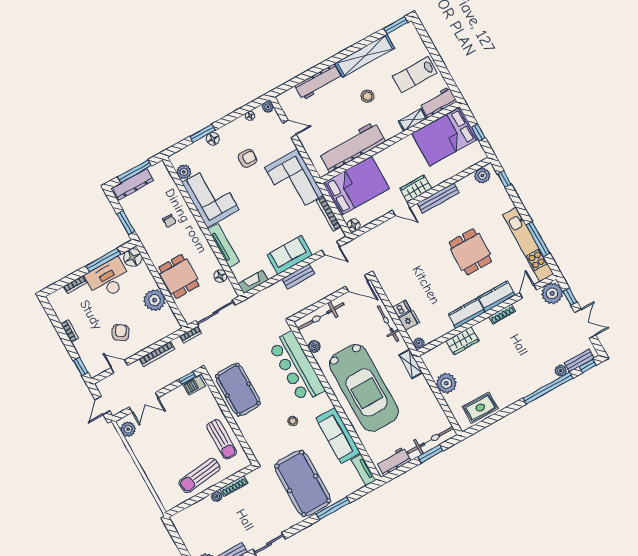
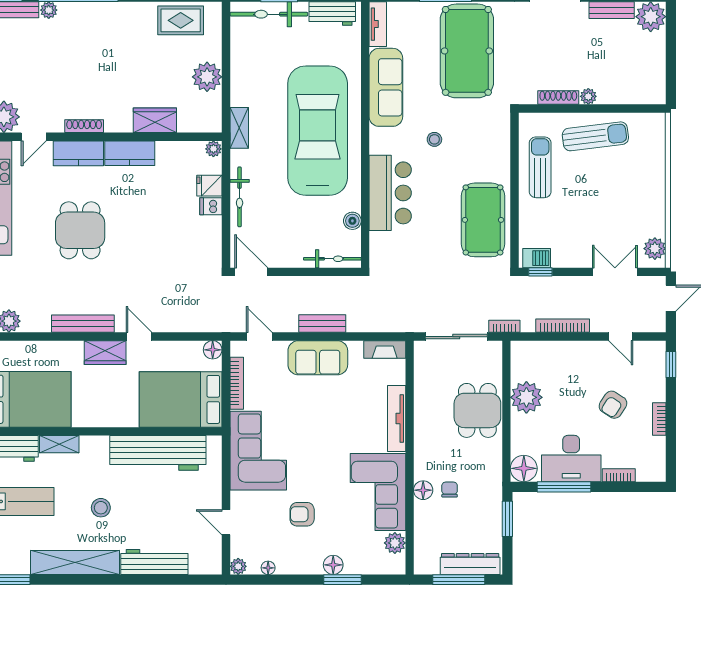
floor lamp: (220, 276) -> (423, 490), moved
bicycle: (321, 316) -> (332, 259), width x0.73, depth x0.71
armchair: (121, 333) -> (613, 405), moved
bar counter: (297, 367) -> (390, 193), width x0.73

